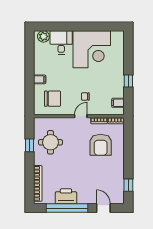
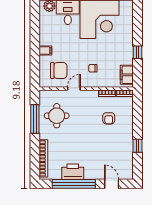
filing cabinet: (118, 103) -> (127, 75), width x2.00
door: (81, 116) -> (74, 89), moved
window: (30, 145) -> (35, 119), width x2.17
armchair: (101, 145) -> (109, 118), width x0.53, depth x0.53
window: (128, 185) -> (137, 146), moved

